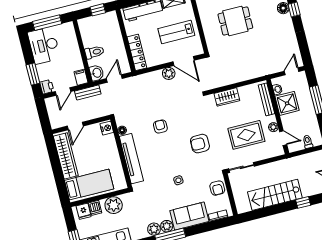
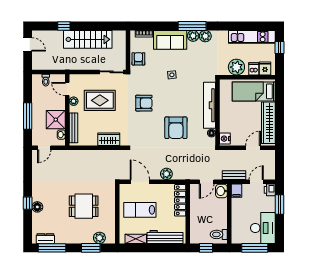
lab bench: (176, 32) -> (140, 210), turned 180
toilet: (94, 52) -> (219, 234), moved
plant: (169, 73) -> (166, 174), moved
armchair: (160, 126) -> (176, 128), width x1.88, depth x1.88

